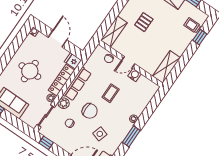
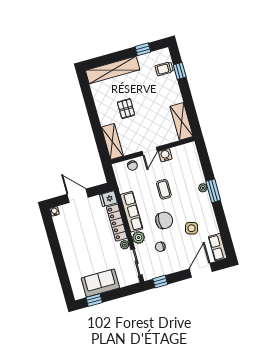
round table: (30, 71) -> (86, 244), removed
window: (131, 136) -> (213, 191), moved

